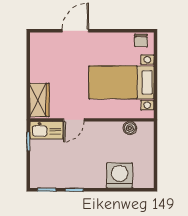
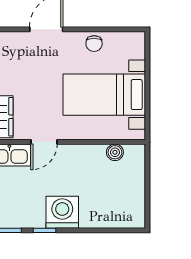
chair: (141, 40) -> (94, 44), moved
washing machine: (120, 175) -> (62, 212), moved

